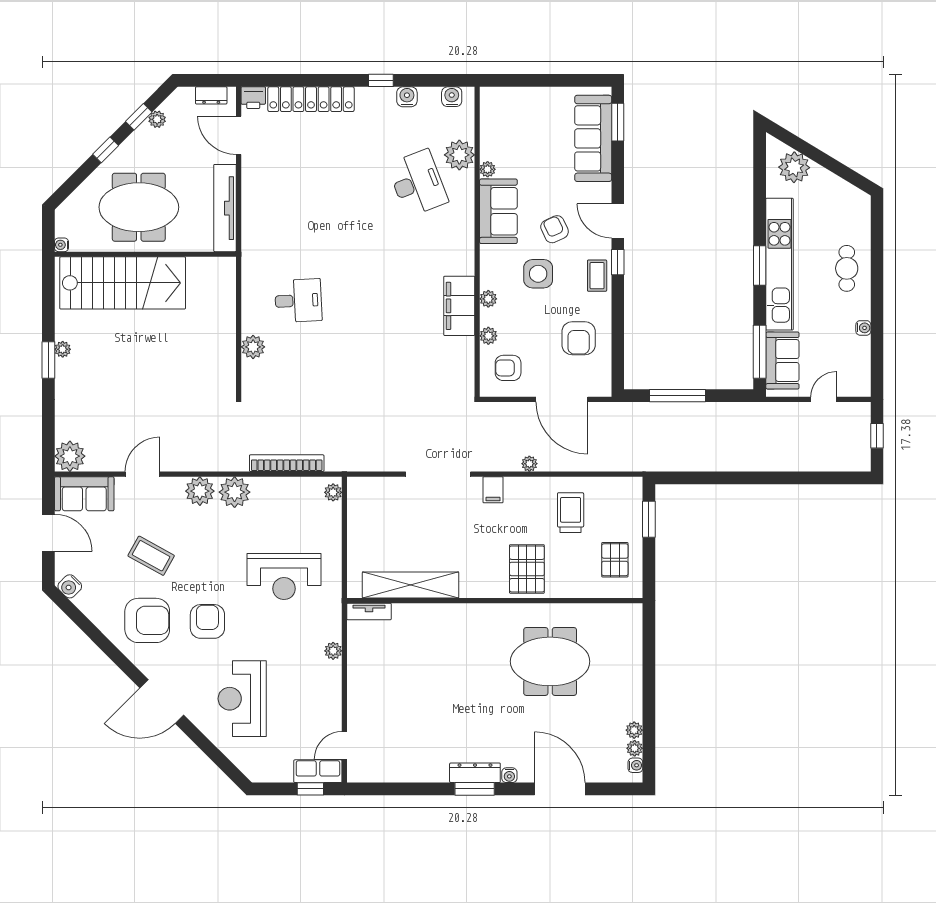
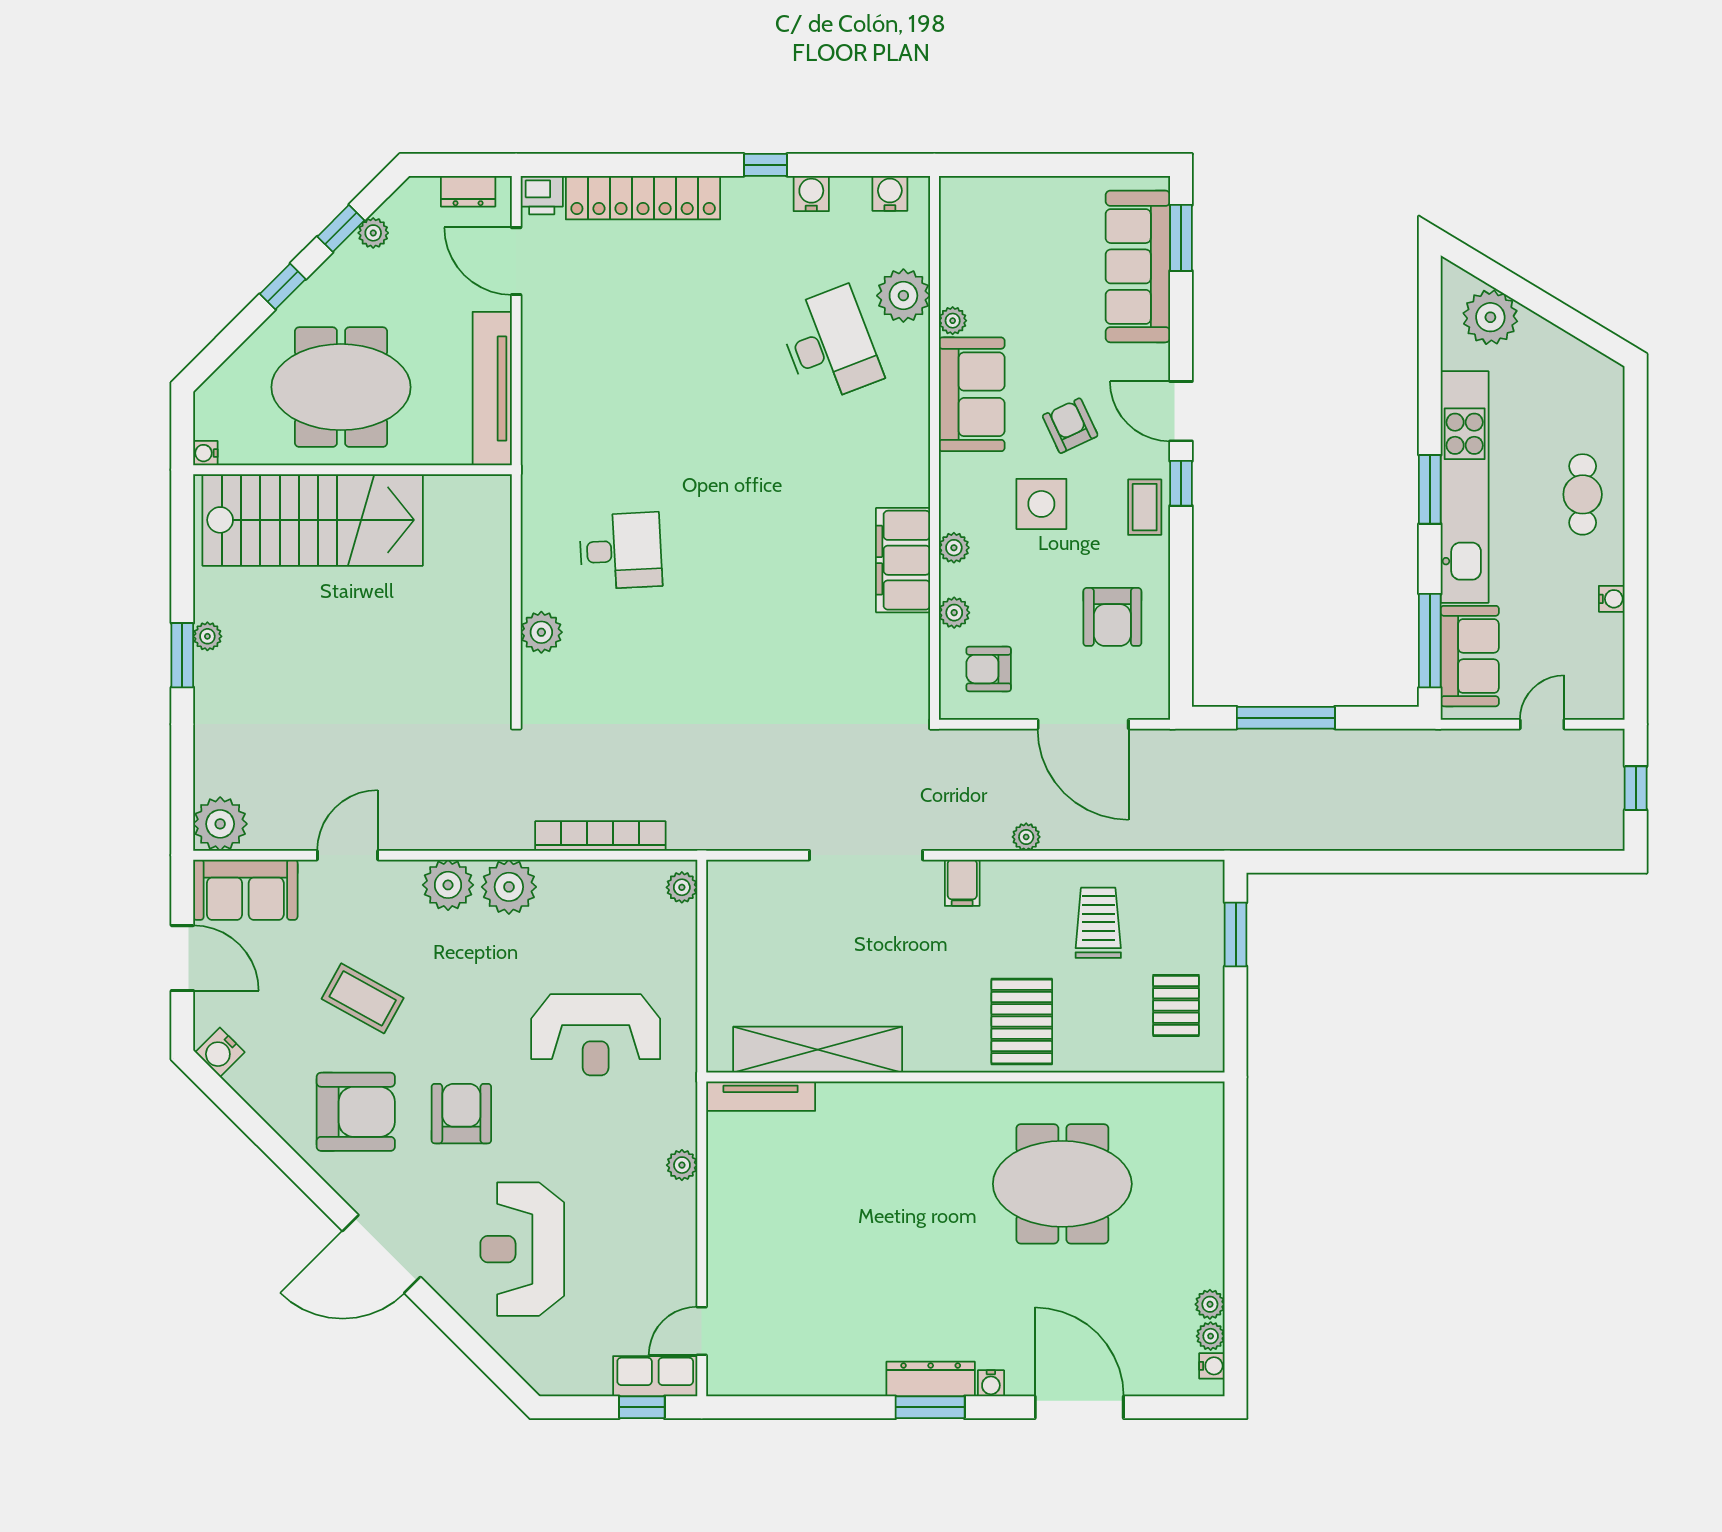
tv unit: (369, 611) -> (761, 1096), width x1.41

